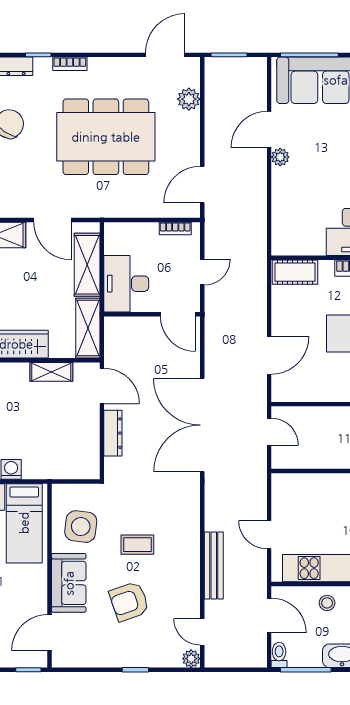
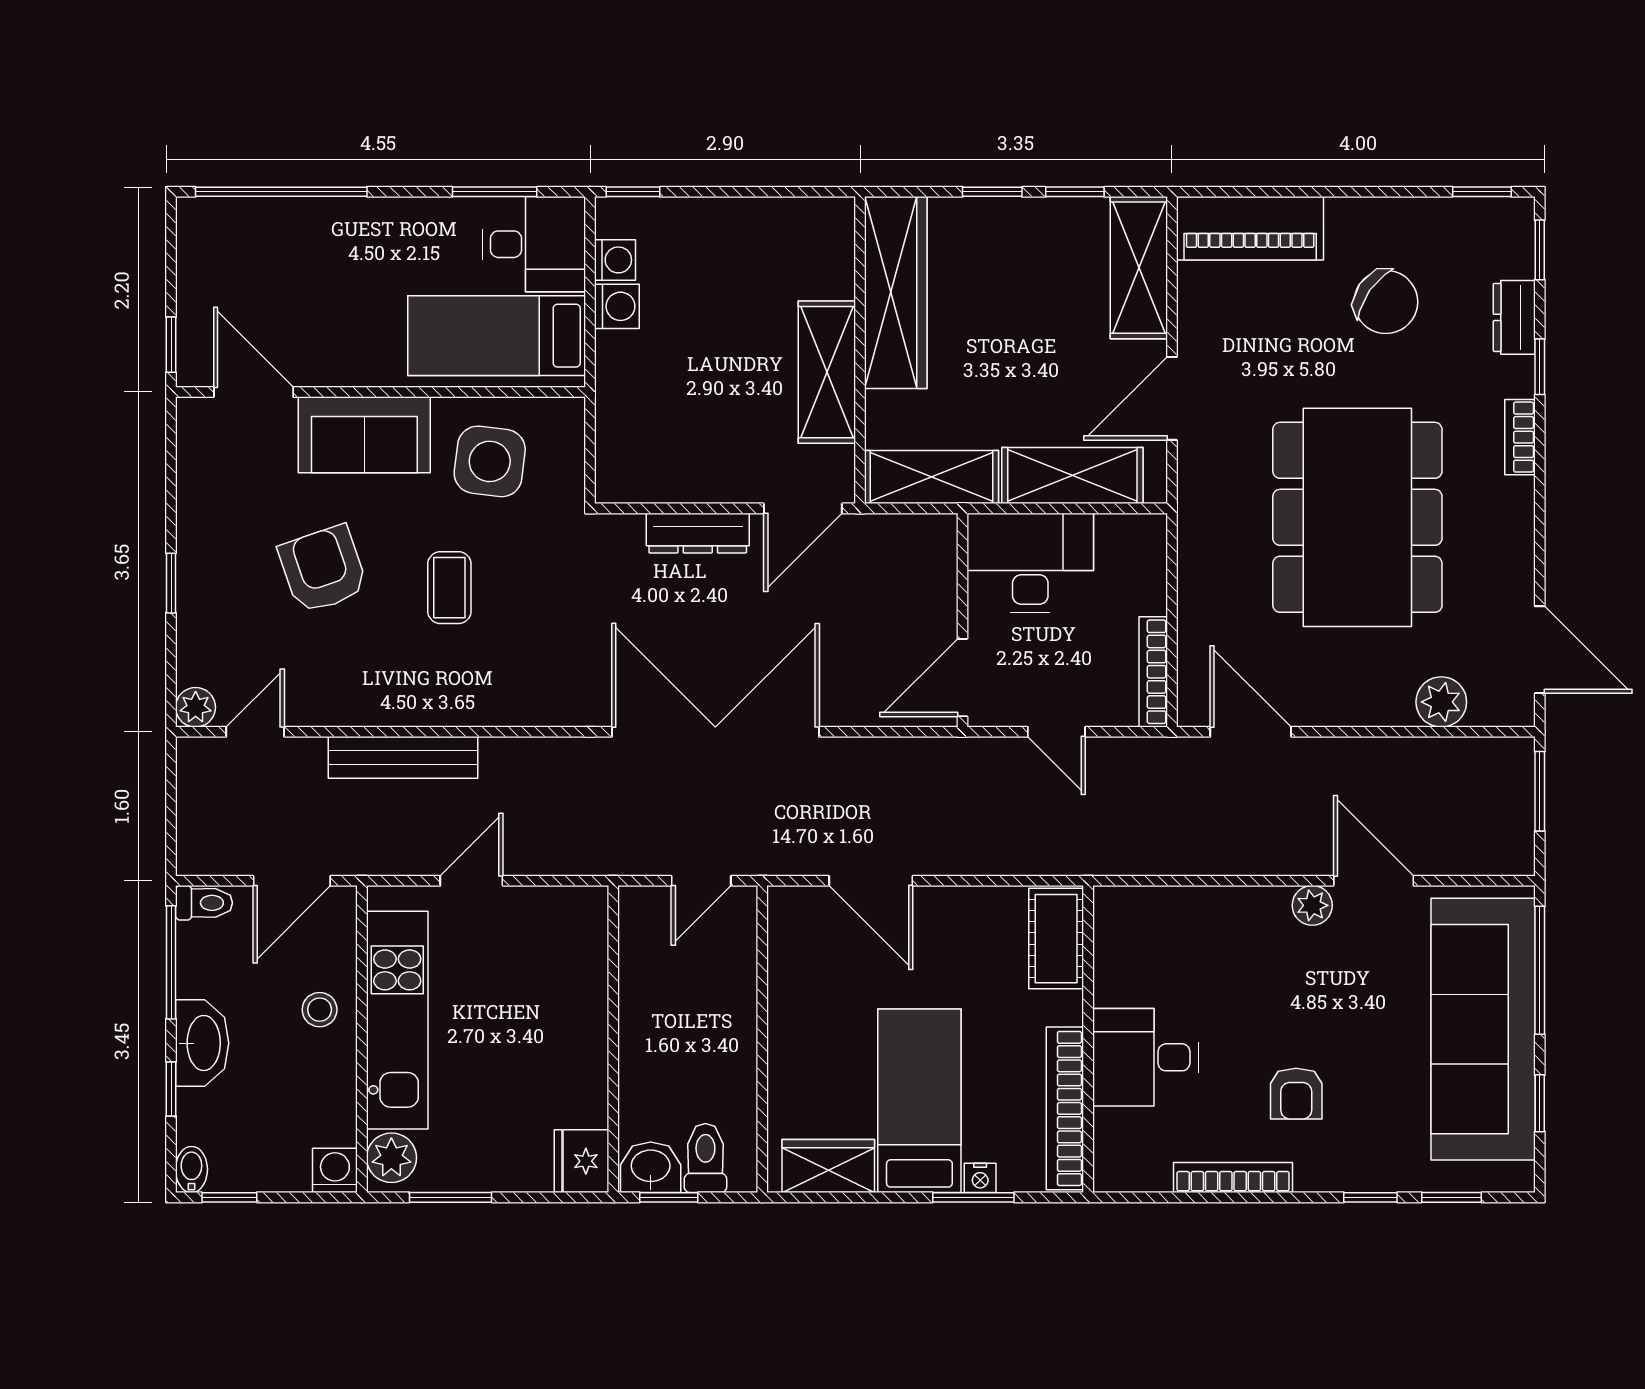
bookcase: (175, 229) -> (1153, 672), width x1.56
shelving: (51, 372) -> (827, 372), width x1.50, depth x1.33

